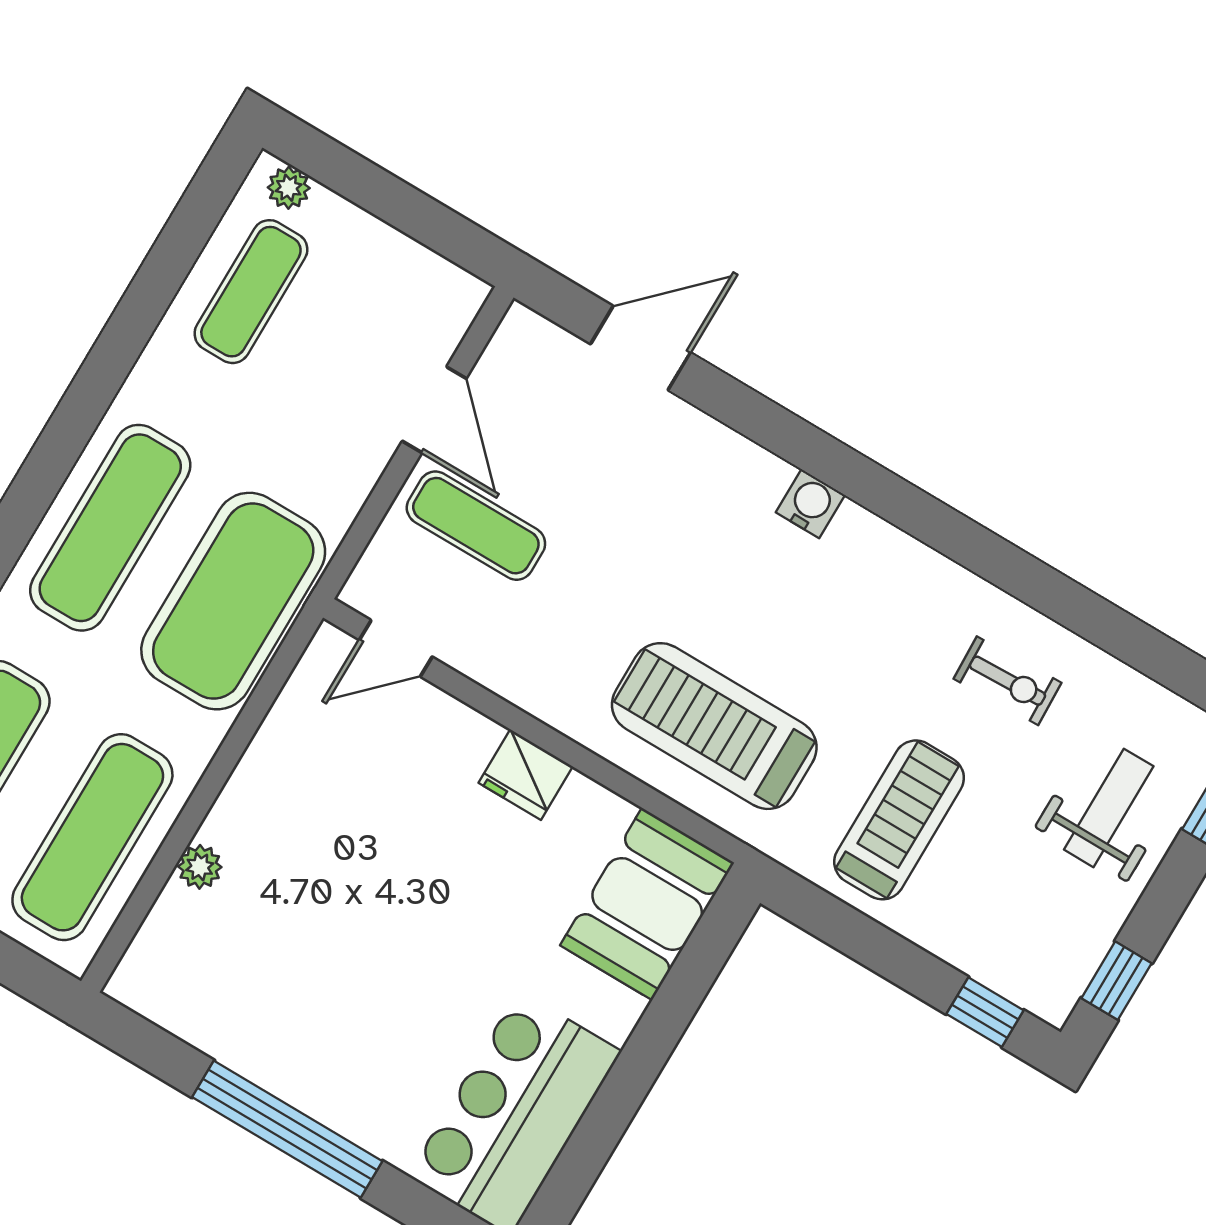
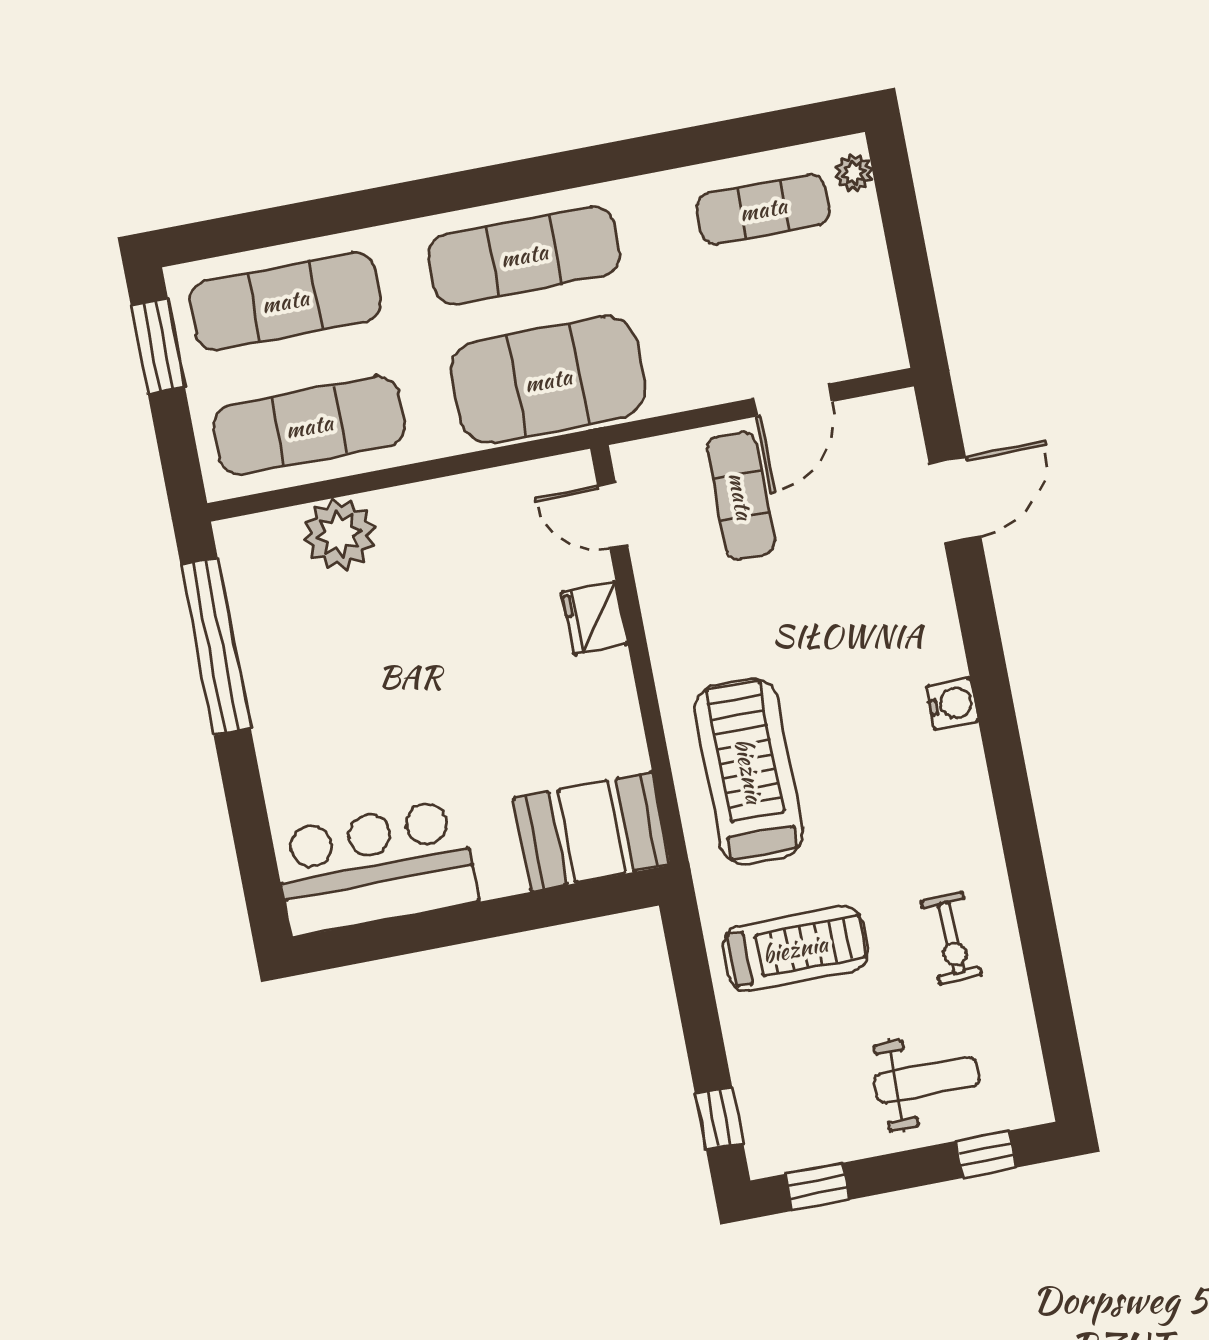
door: (640, 348) -> (955, 500), hinge flipped
fridge: (526, 775) -> (595, 618), moved
plant: (200, 867) -> (339, 534), width x1.88, depth x1.88
window: (287, 1129) -> (216, 647), moved

